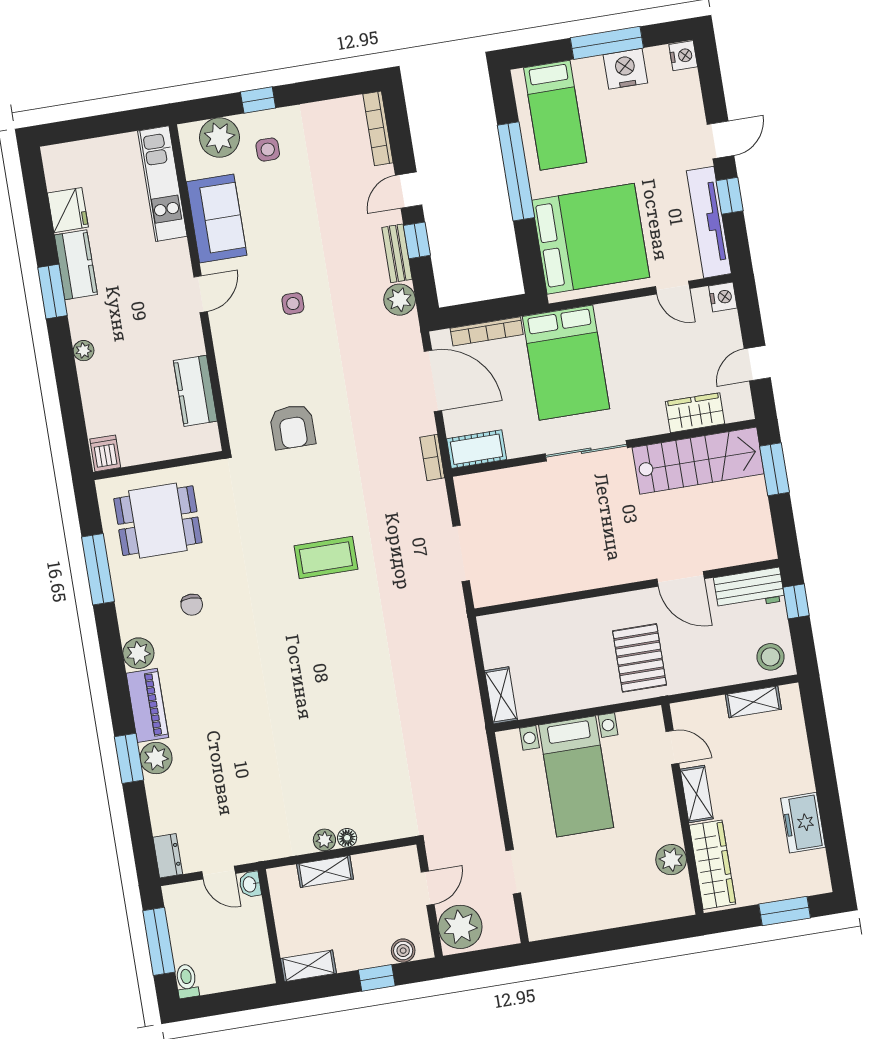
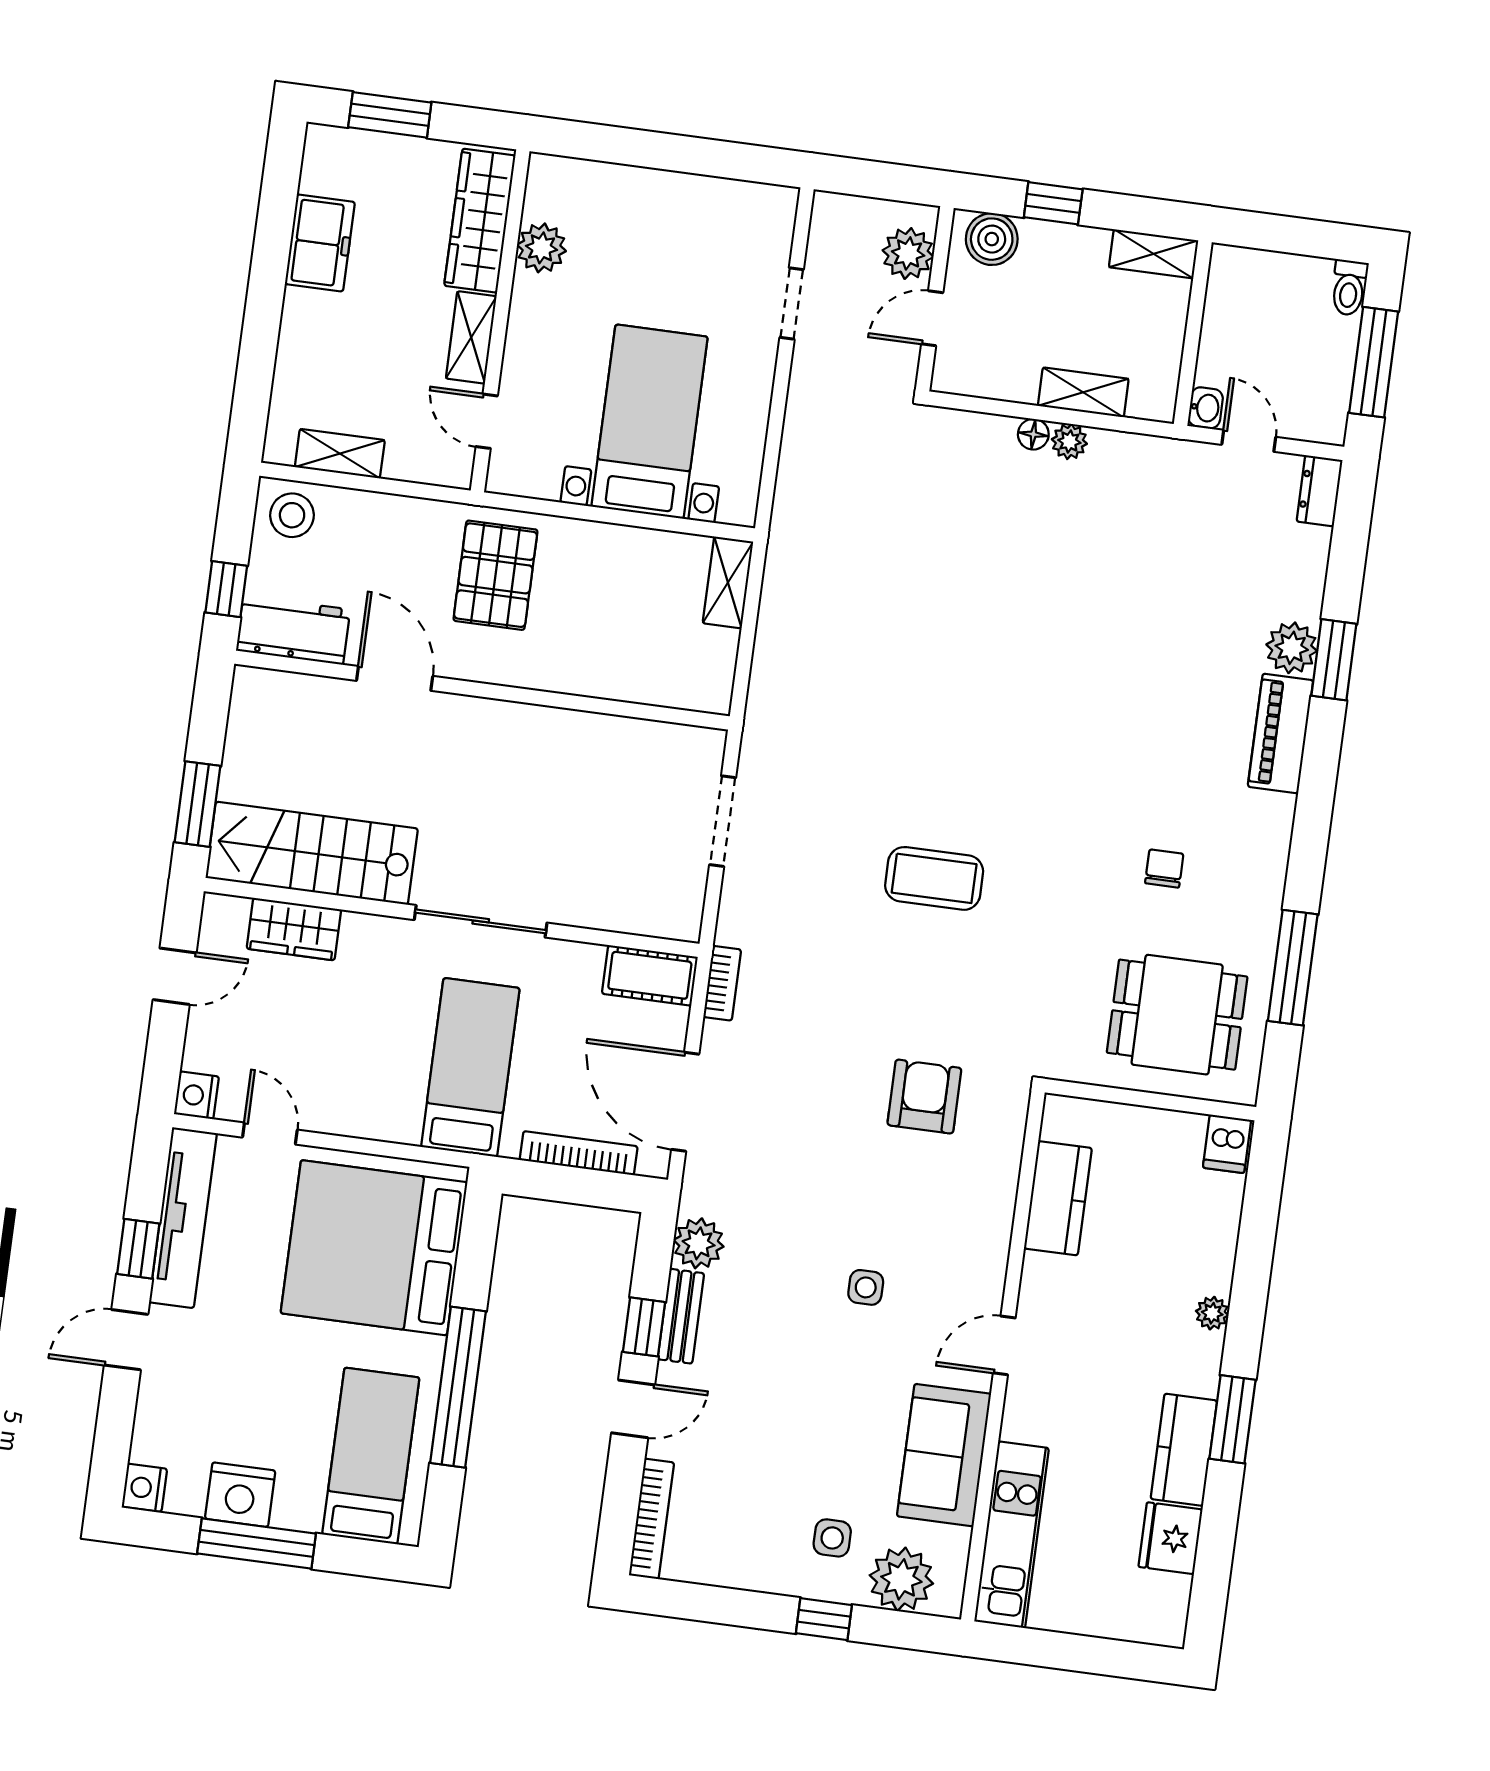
bed: (566, 363) -> (470, 1067), width x0.67
plant: (138, 653) -> (1270, 818), removed
plant: (460, 927) -> (908, 253), width x0.73, depth x0.73
boiler: (403, 951) -> (992, 239), width x1.36, depth x1.36

